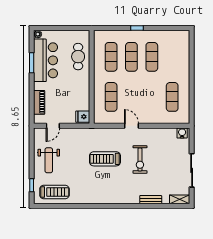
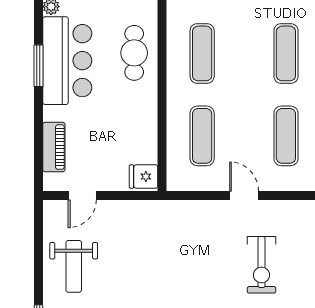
exercise mat: (131, 57) -> (286, 136), moved
treadmill: (105, 159) -> (190, 263), removed

